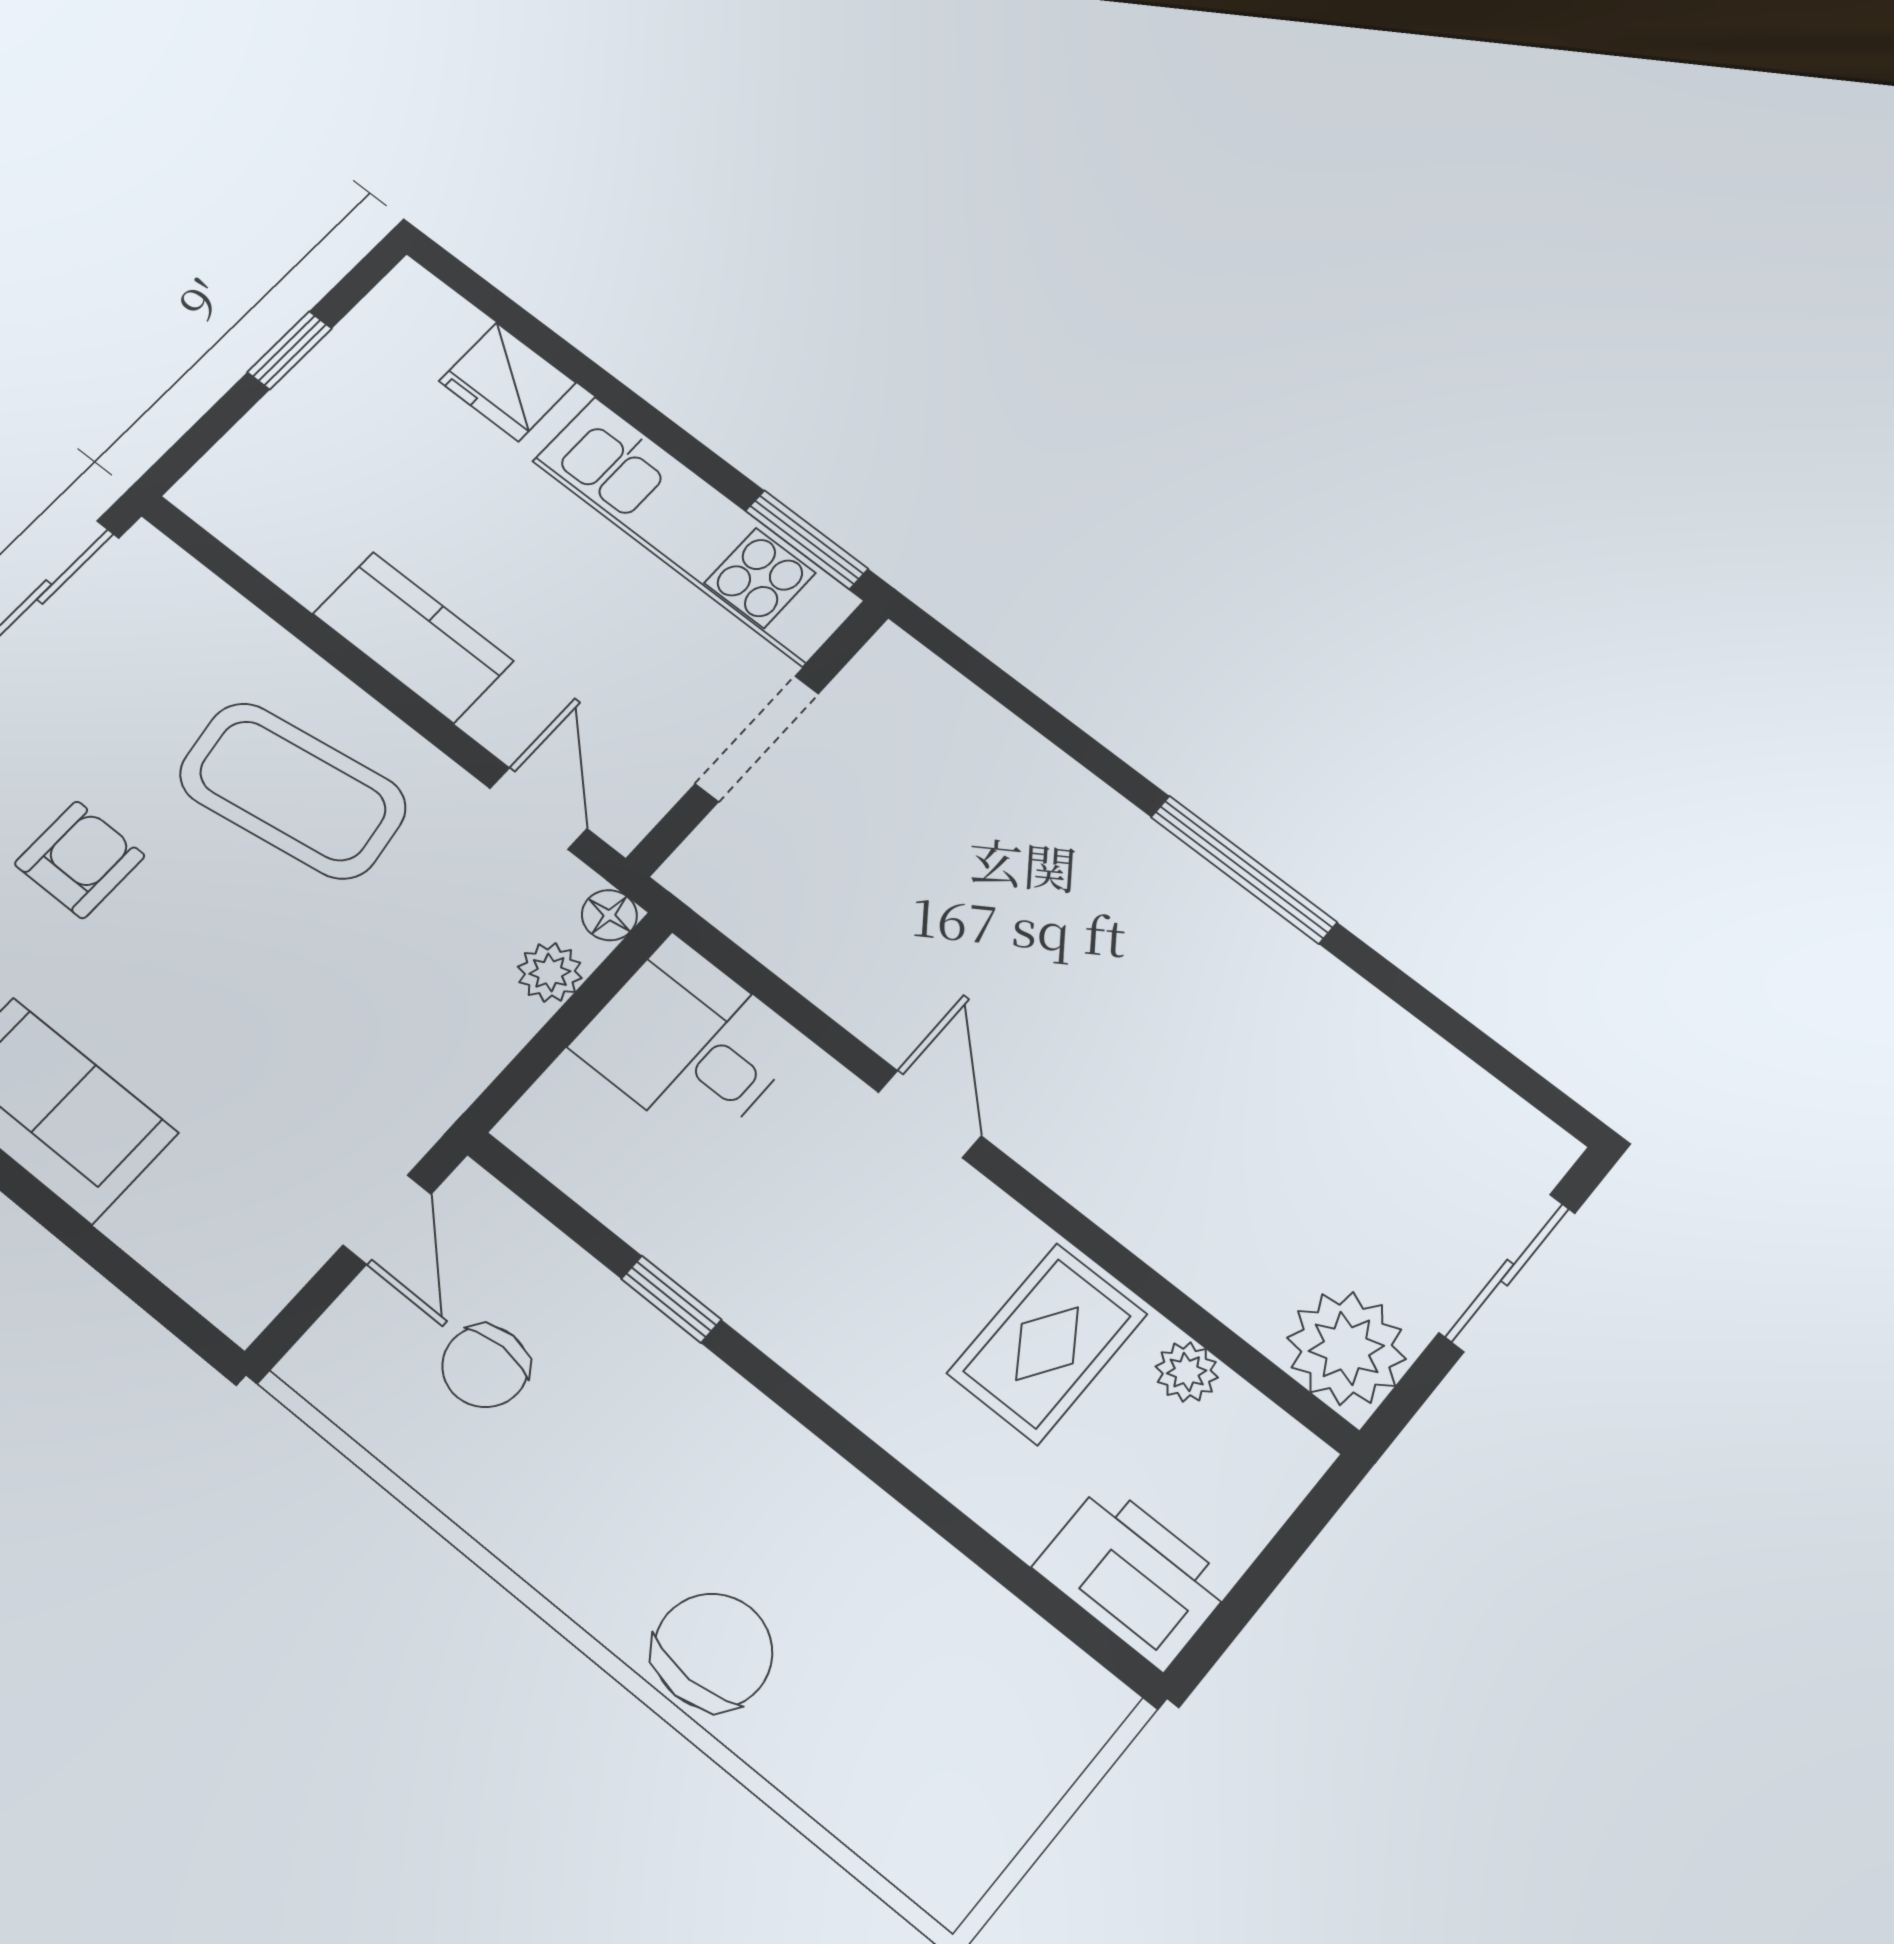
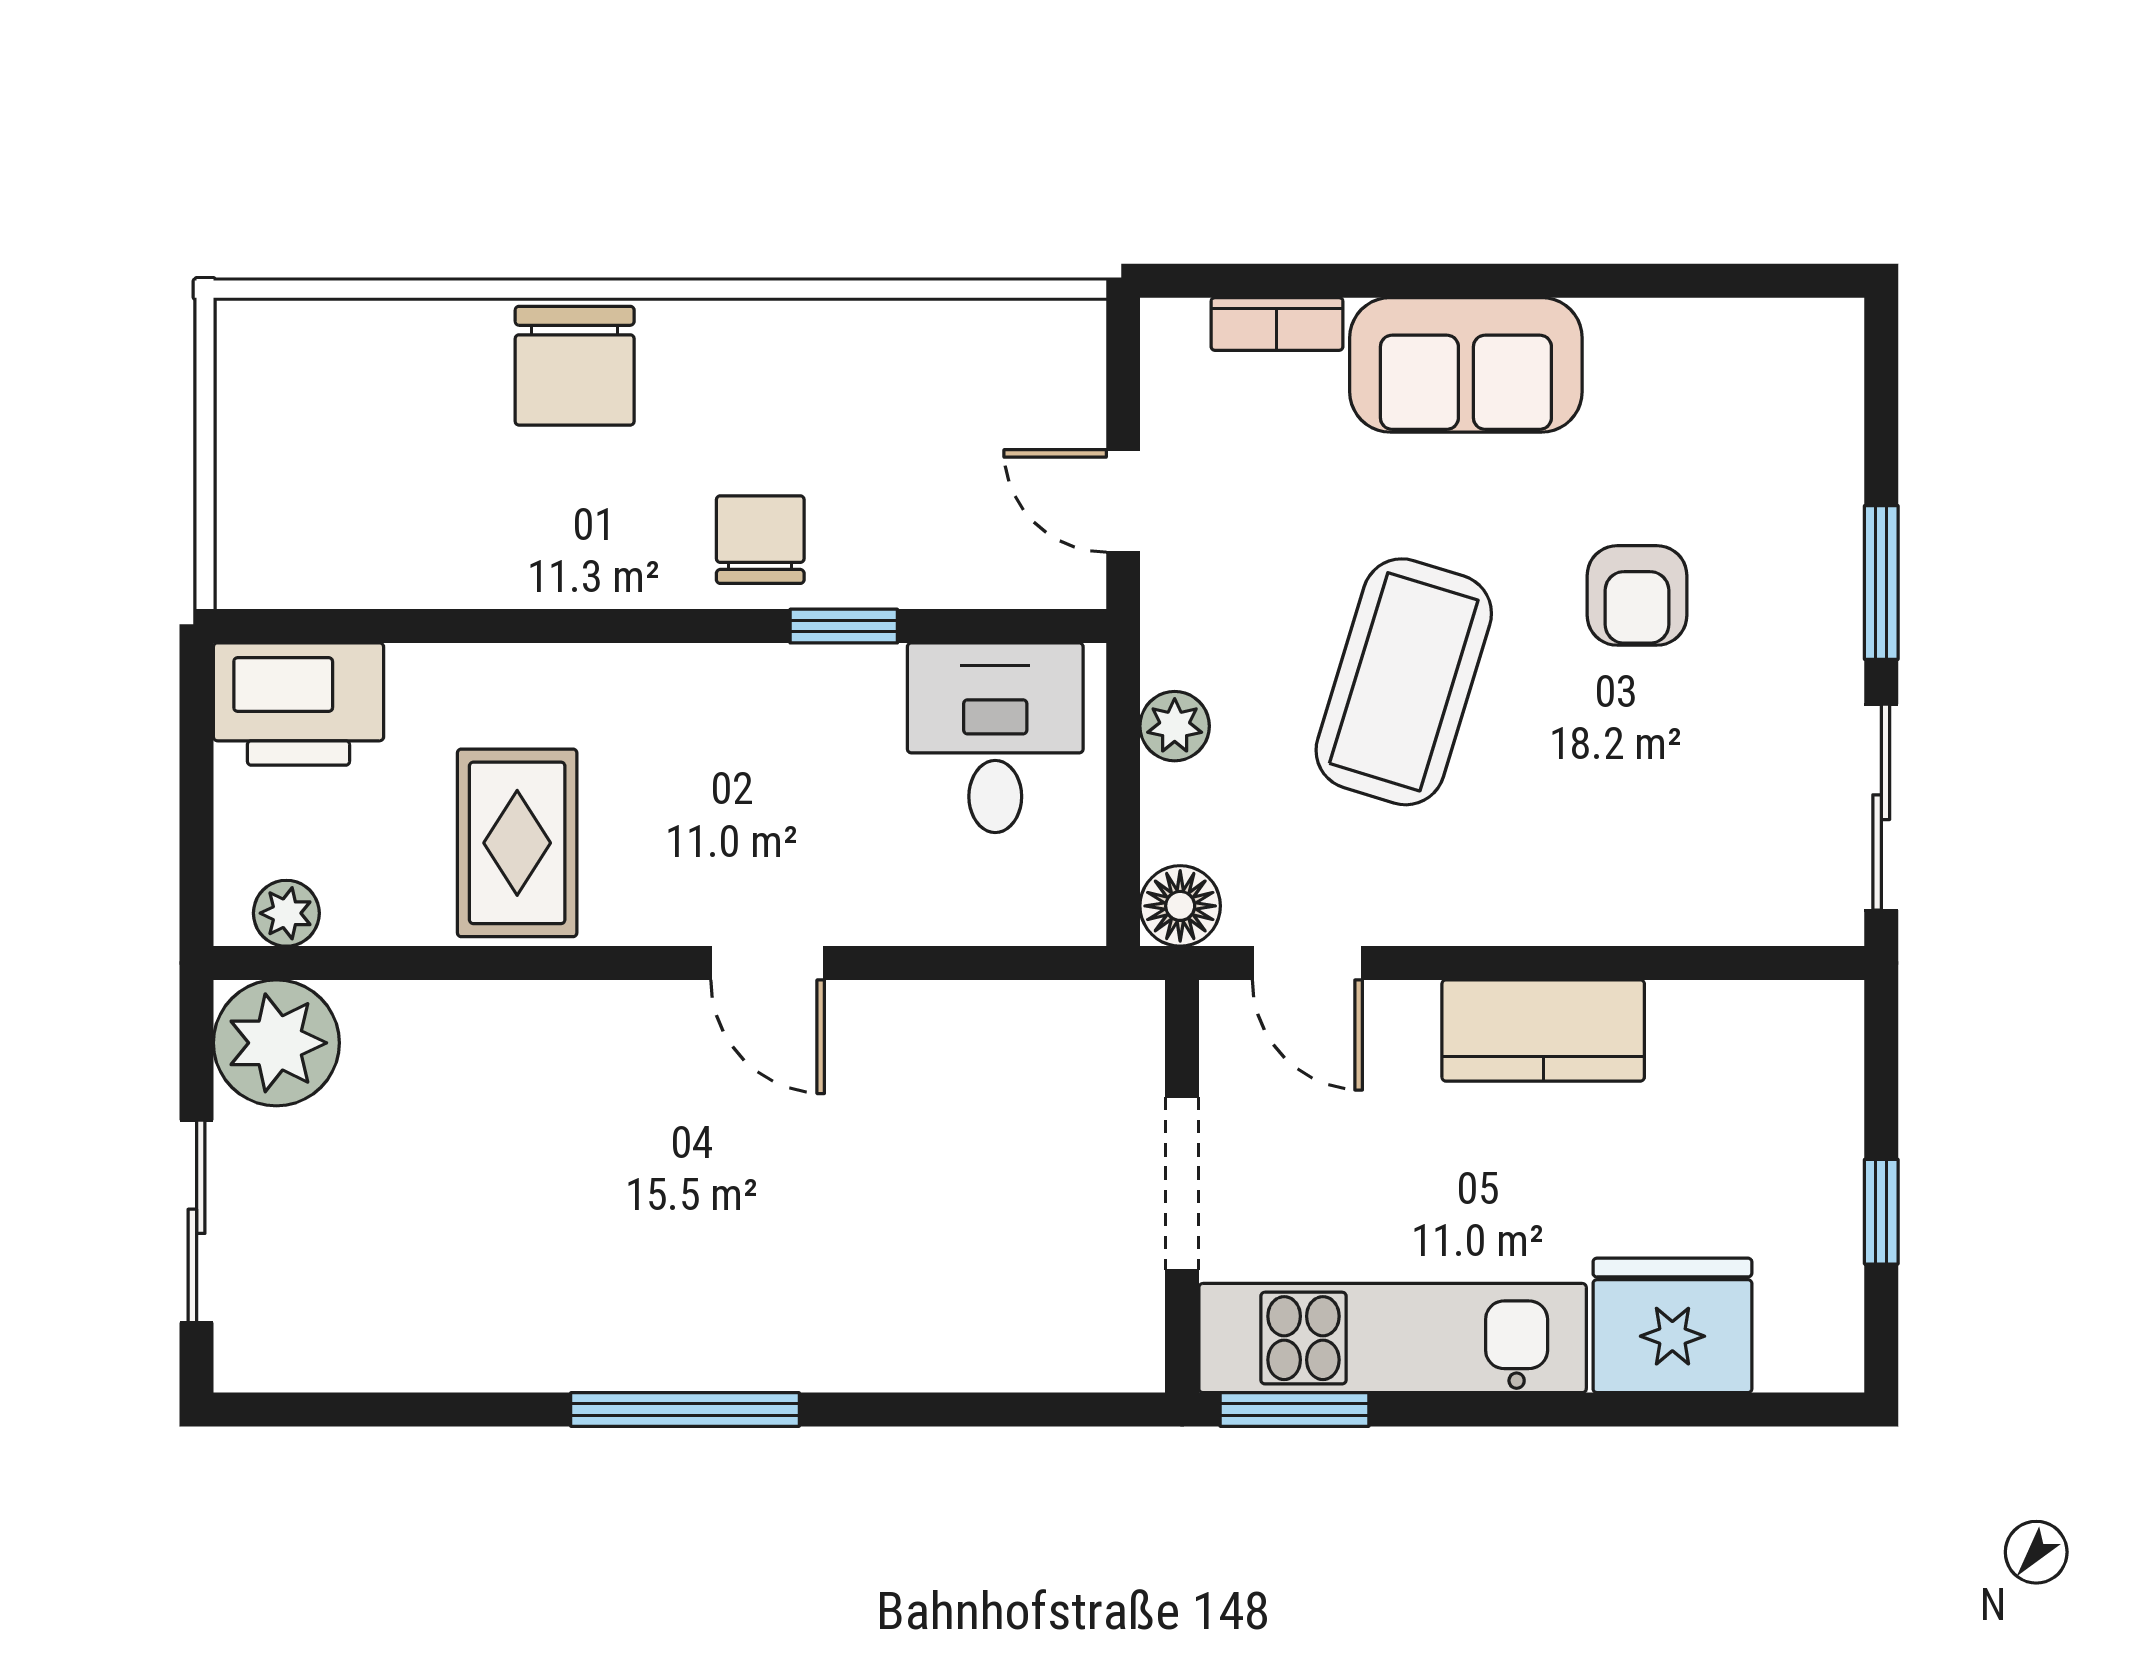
fridge: (507, 382) -> (1672, 1325), width x1.36, depth x1.34
coffee table: (293, 791) -> (1404, 682), moved, turned -64
floor lamp: (609, 915) -> (1180, 906), width x1.37, depth x1.37
plant: (550, 972) -> (1175, 726), moved
desk: (689, 1043) -> (995, 738), moved, turned -90
bookcase: (162, 1250) -> (1277, 324), added
chair: (485, 1366) -> (760, 540), moved
plant: (1187, 1372) -> (286, 913), moved

